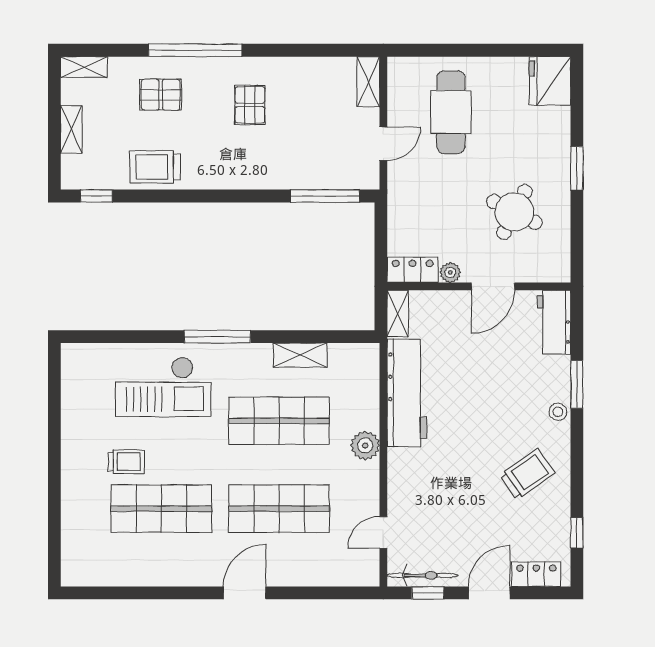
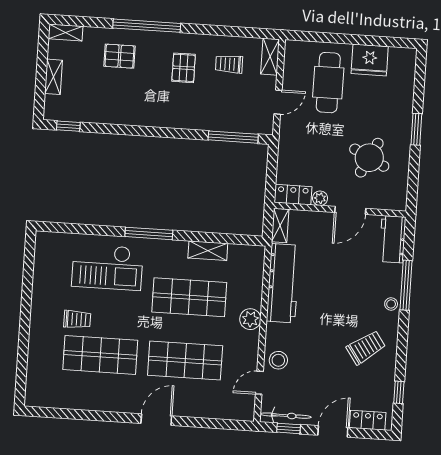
fridge: (550, 81) -> (370, 60), moved, turned -90
trolley: (155, 167) -> (229, 64), moved, width x0.73, depth x0.72
window: (577, 384) -> (406, 285), width x1.44
stool: (408, 500) -> (278, 360), added

